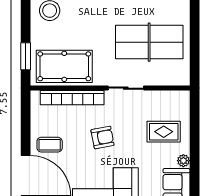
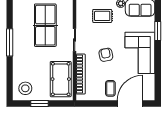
window: (26, 56) -> (40, 104), moved
rug: (164, 132) -> (102, 16), turned 90

